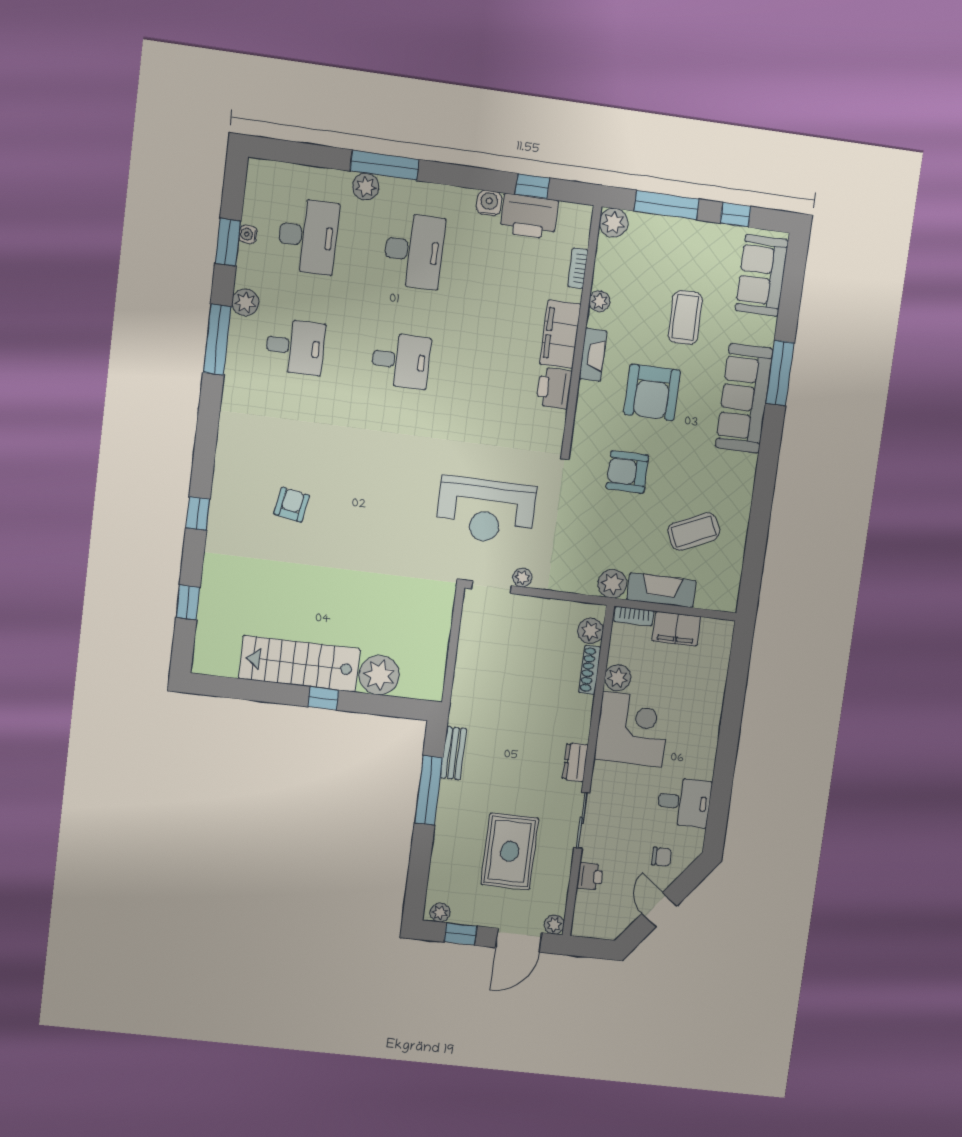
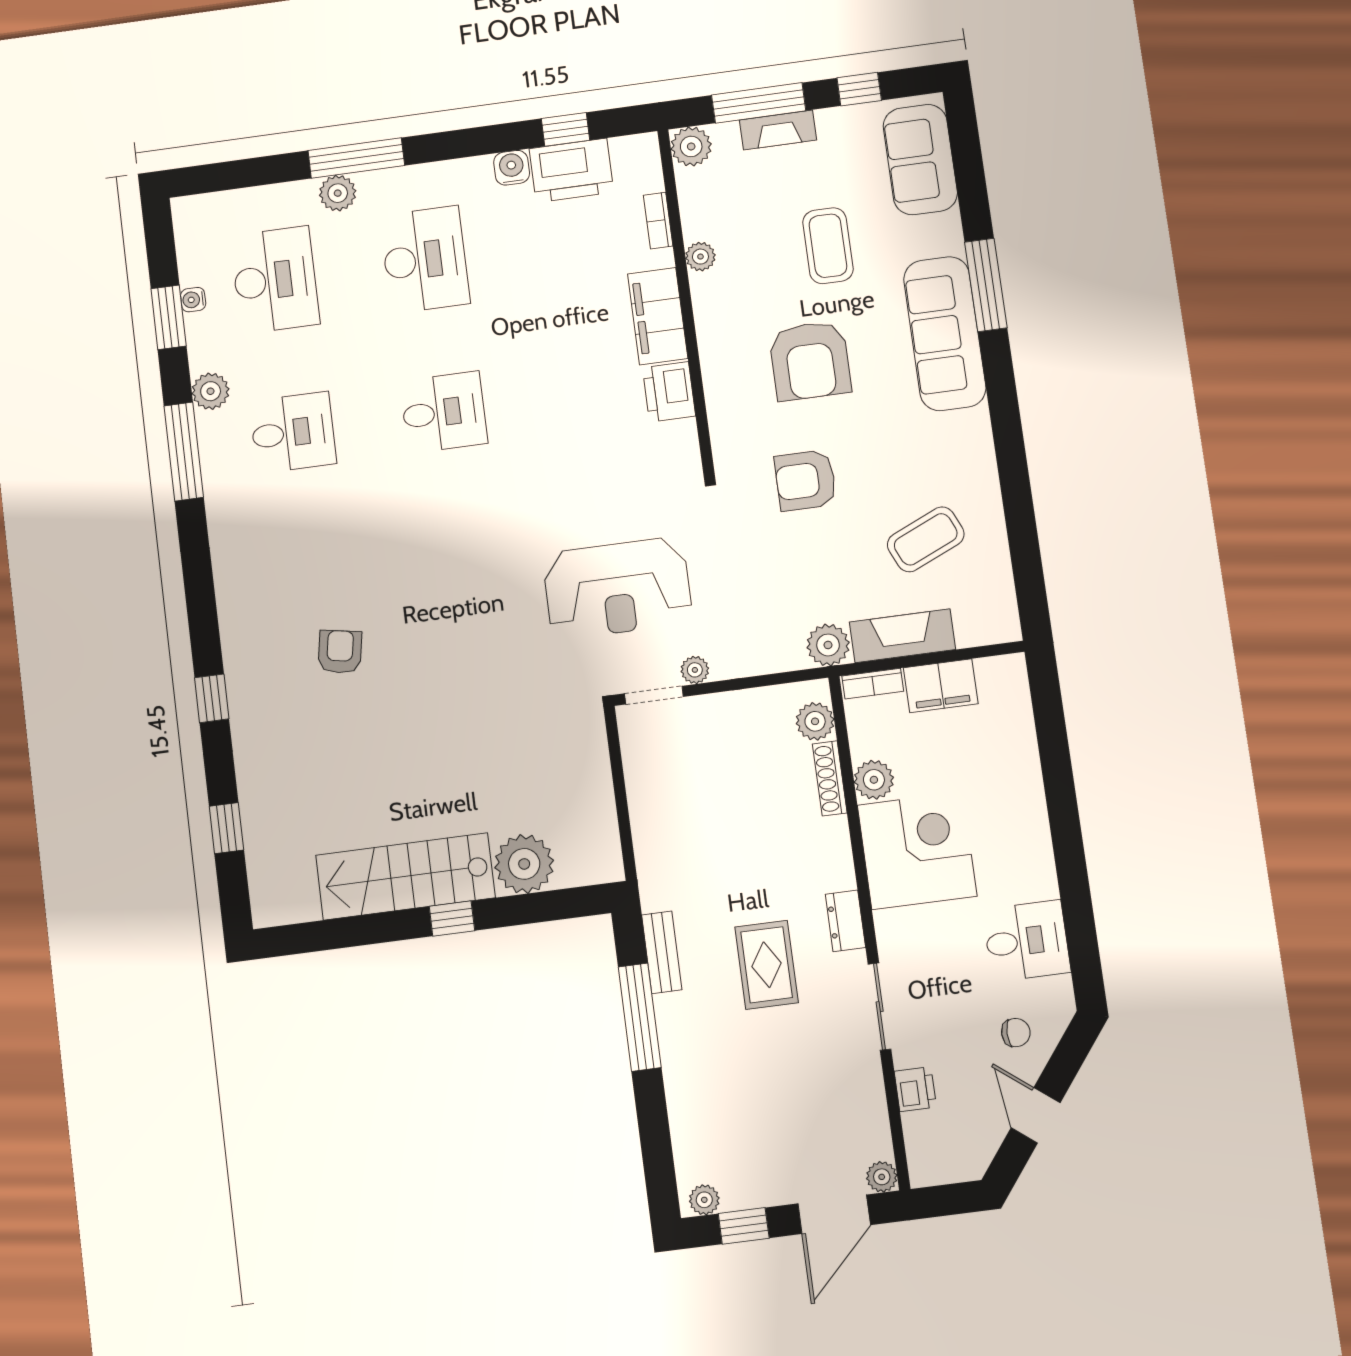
fireplace: (593, 355) -> (778, 130), moved, turned 90
rug: (510, 851) -> (767, 965), moved, width x0.73, depth x0.70

